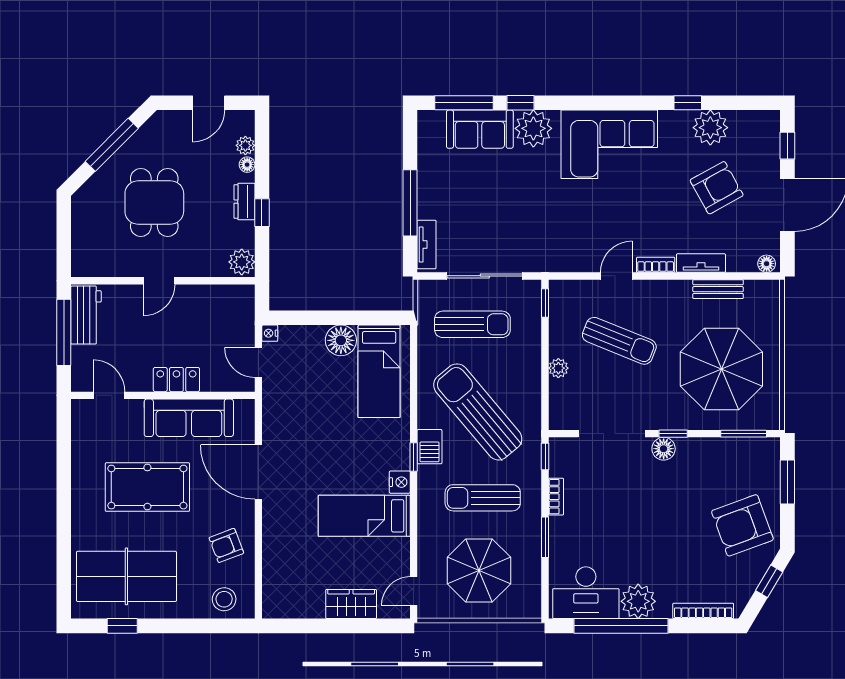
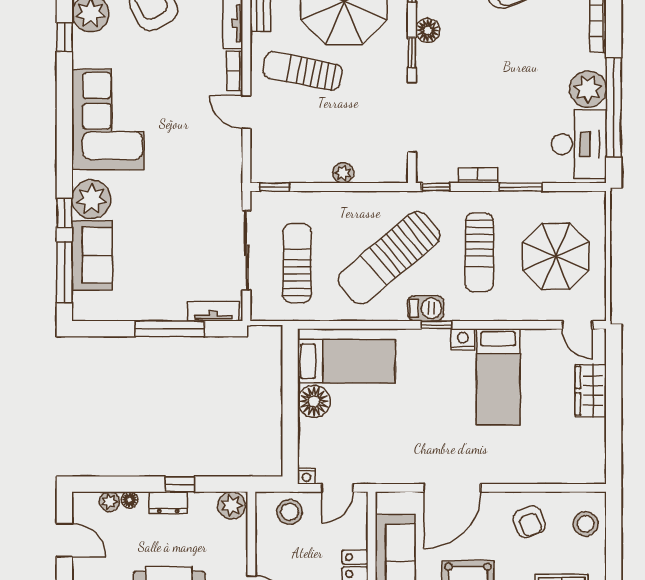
stool: (236, 317) -> (290, 512), added
sun lounger: (619, 341) -> (303, 71), moved, turned -101
floor lamp: (664, 449) -> (428, 30), moved

